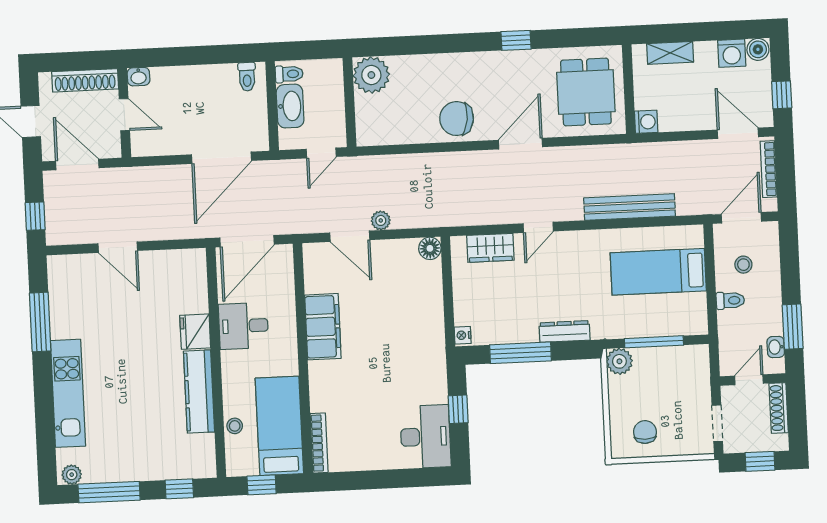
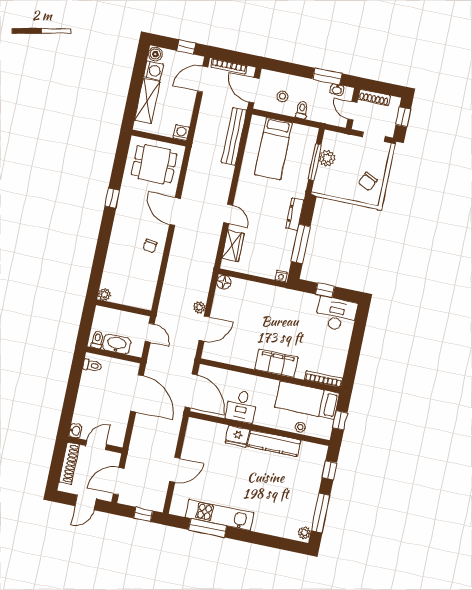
shelving: (670, 53) -> (147, 101), width x1.50, depth x1.33
plant: (371, 75) -> (104, 295), width x0.53, depth x0.53
chair: (457, 119) -> (150, 246), width x0.54, depth x0.54
bench: (630, 207) -> (234, 136), moved
filing cabinet: (323, 327) -> (277, 363), moved
plant: (619, 361) -> (327, 158), moved
kitchen unit: (68, 393) -> (220, 515), moved
chair: (645, 432) -> (368, 182), turned -65

